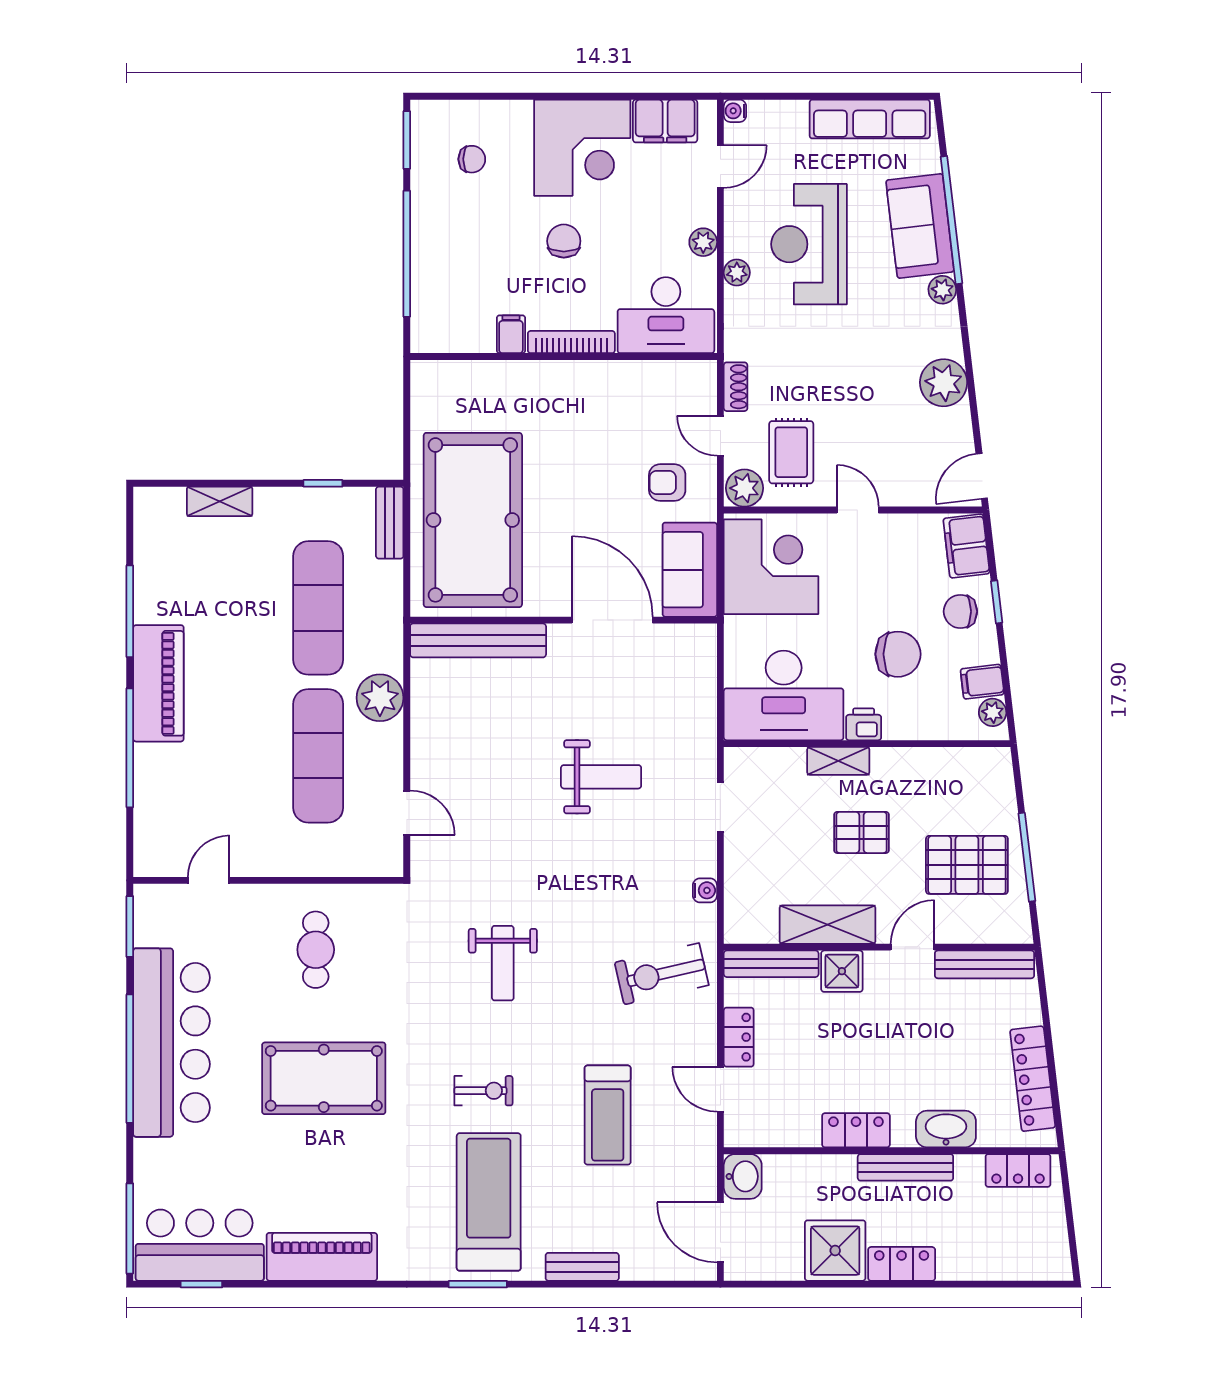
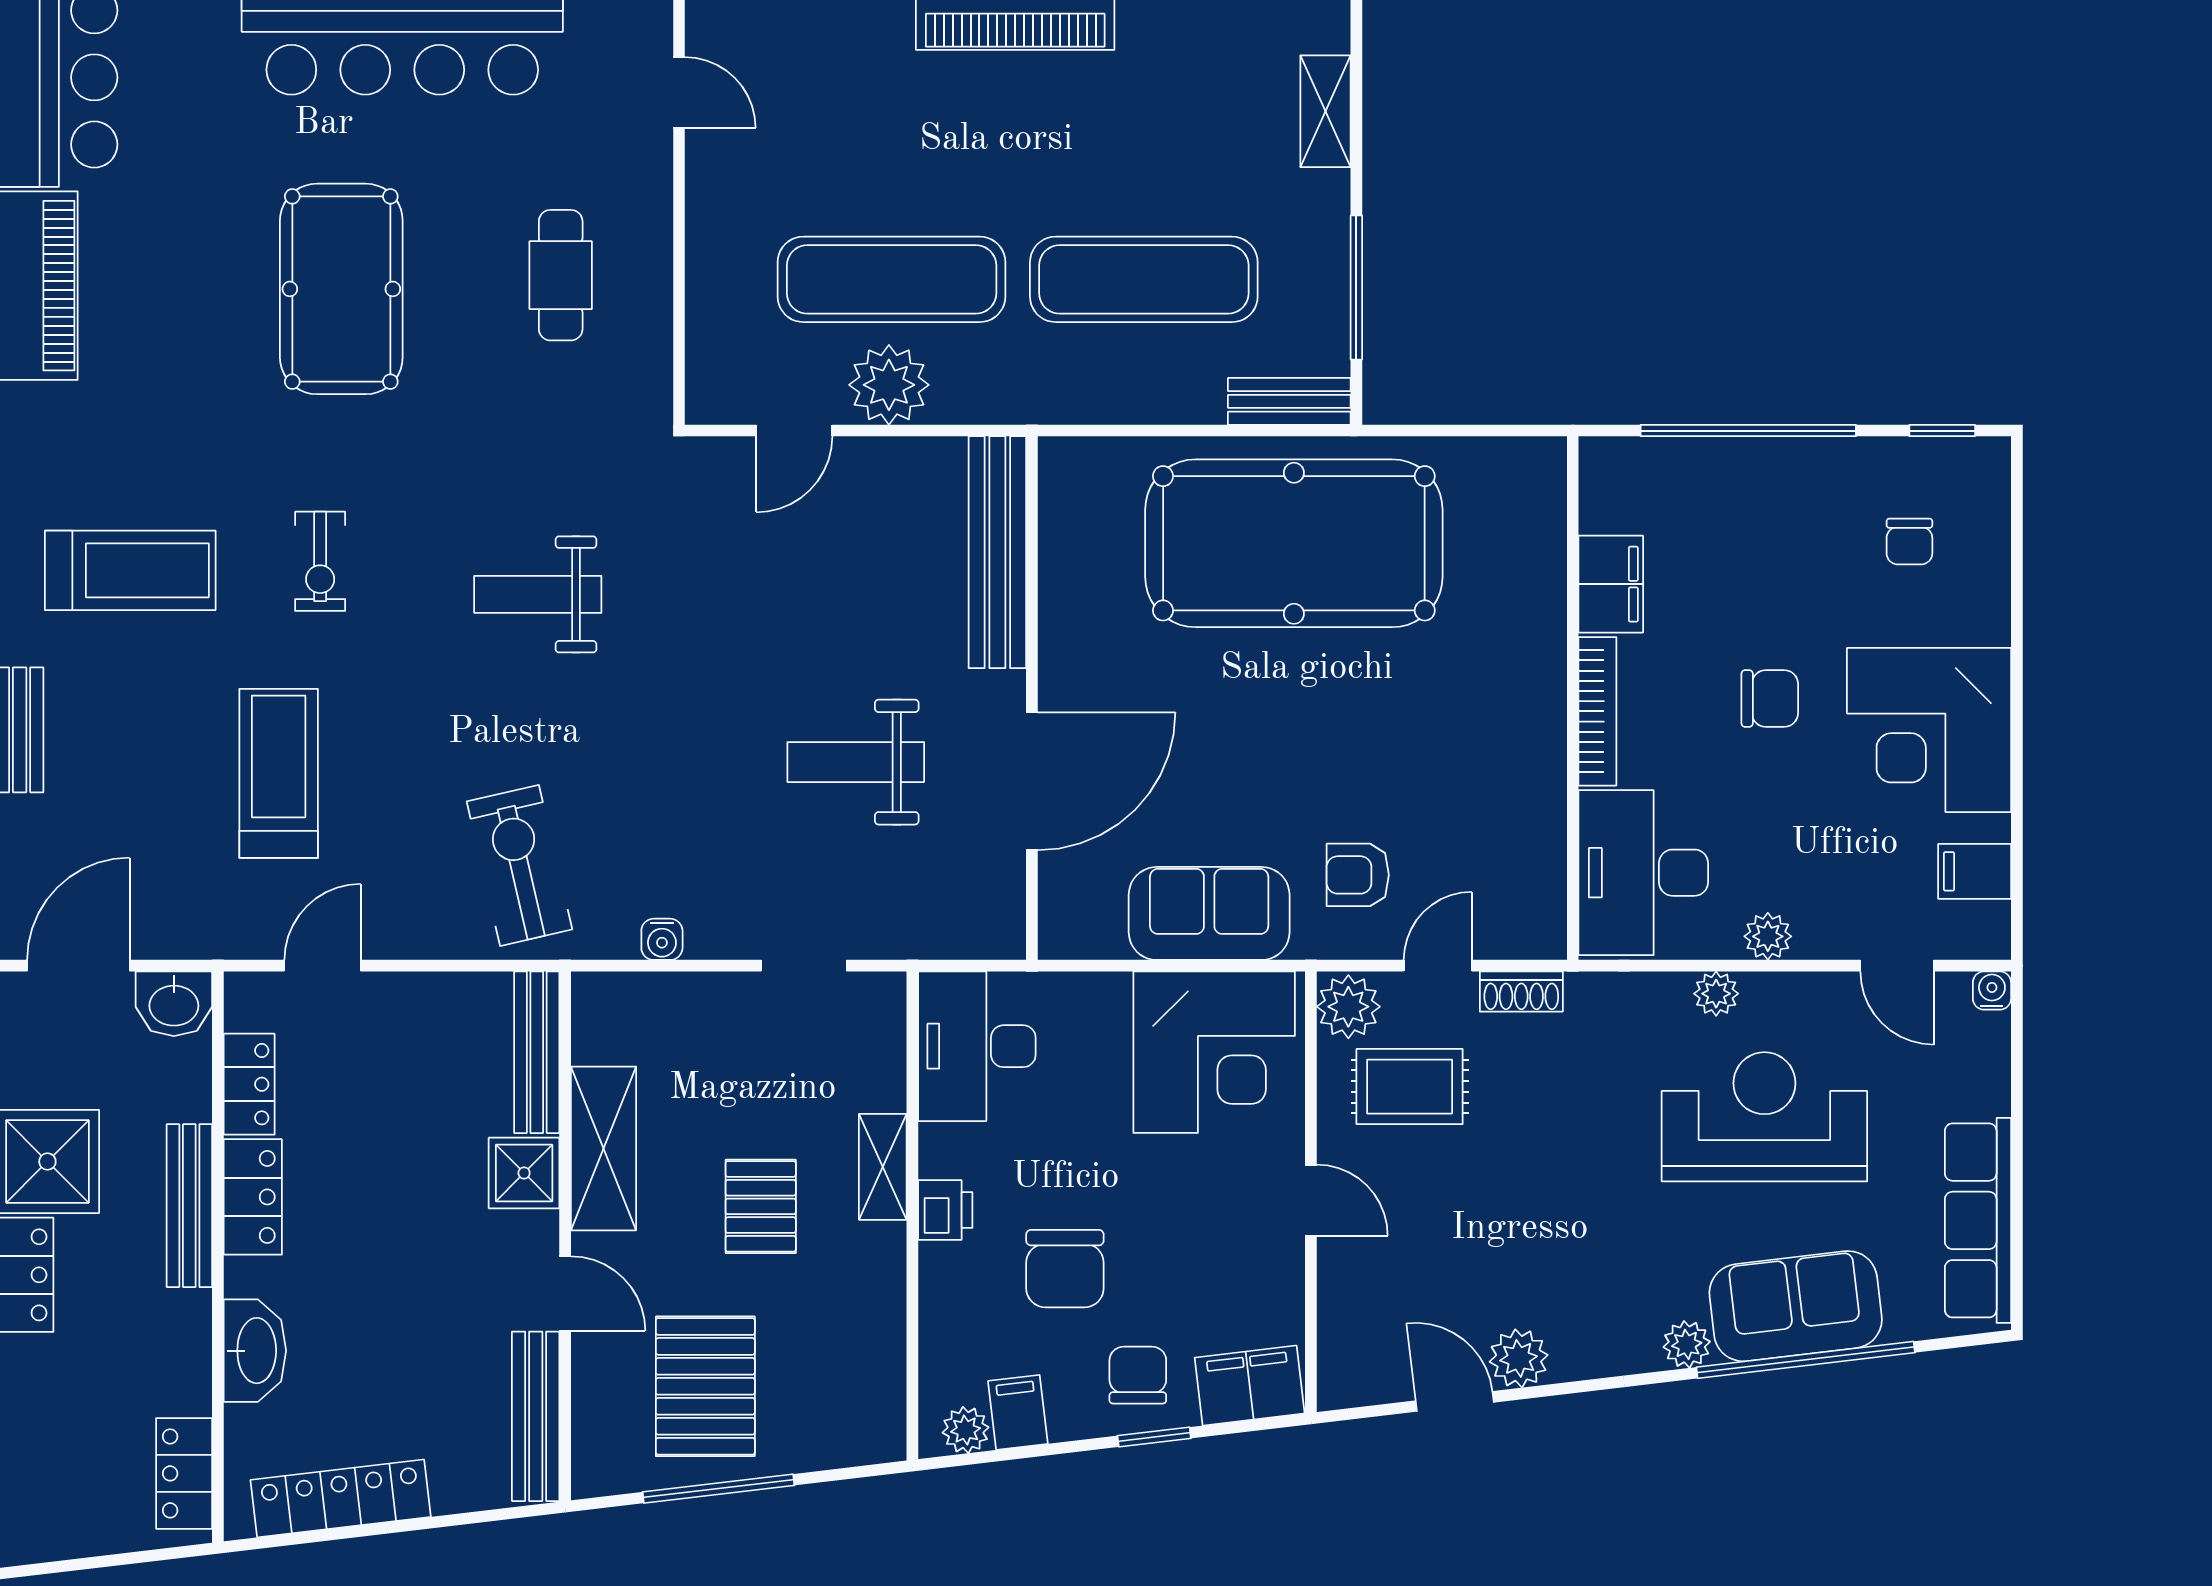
filing cabinet: (665, 121) -> (1975, 871), width x0.50
window: (407, 140) -> (1942, 431), width x0.67
filing cabinet: (511, 334) -> (1611, 584), width x2.00
plant: (944, 383) -> (1519, 1358), width x0.73, depth x0.73
door: (982, 476) -> (1455, 1401), moved
window: (323, 483) -> (1356, 288), width x2.17
armchair: (667, 483) -> (1358, 875), turned -90
door: (858, 510) -> (1311, 1200), hinge flipped
wall: (564, 620) -> (1032, 698), moved
door: (612, 620) -> (1032, 781), moved
bench: (478, 640) -> (997, 552), moved
desk: (784, 695) -> (977, 1046), width x0.73, depth x0.77
plant: (380, 698) -> (889, 385), moved
weight bench: (601, 777) -> (856, 762), turned 90
cafe table: (316, 950) -> (561, 275), turned 90
locker: (739, 1037) -> (249, 1084), moved, turned -90
treadmill: (608, 1115) -> (279, 773), turned 90
bench: (905, 1167) -> (189, 1206), moved
treadmill: (489, 1202) -> (130, 570), width x0.73, depth x0.73

